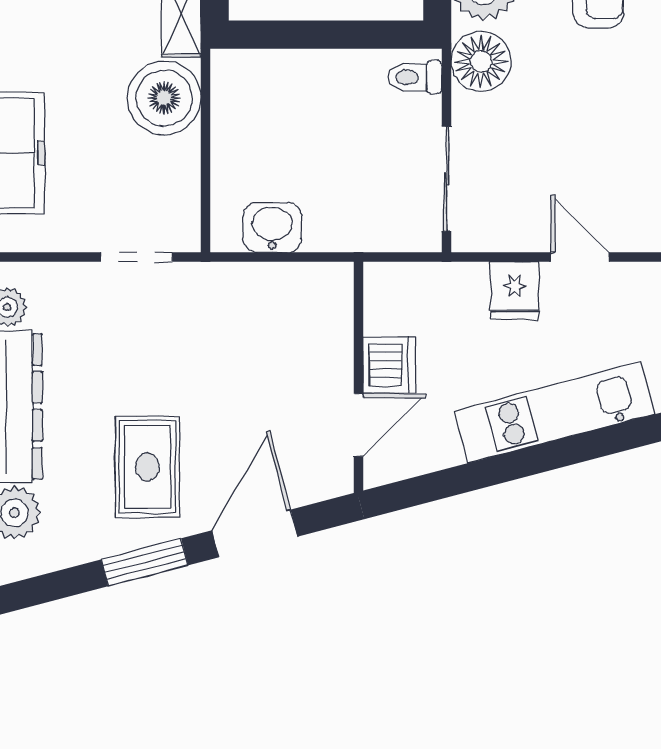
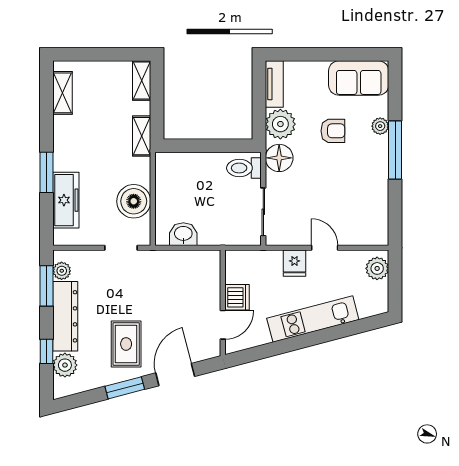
toilet: (415, 77) -> (244, 168), width x1.37, depth x1.39
boiler: (164, 98) -> (134, 201), moved

